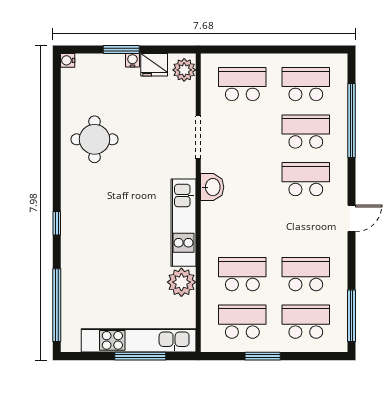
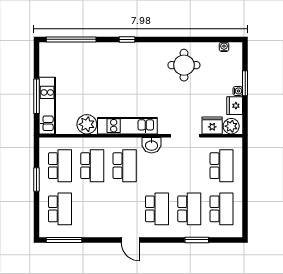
water cooler: (68, 60) -> (224, 47), moved
fridge: (183, 98) -> (212, 125), added
window: (352, 121) -> (197, 240), width x0.47
school desk: (306, 274) -> (125, 166), moved
kitchen unit: (139, 340) -> (47, 106), width x0.73

